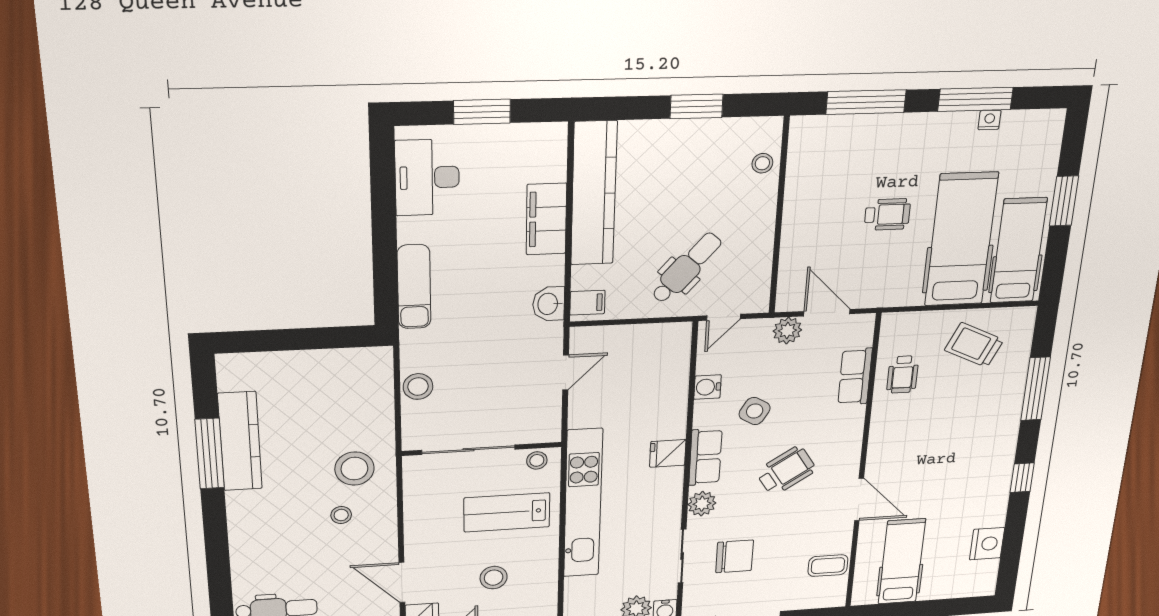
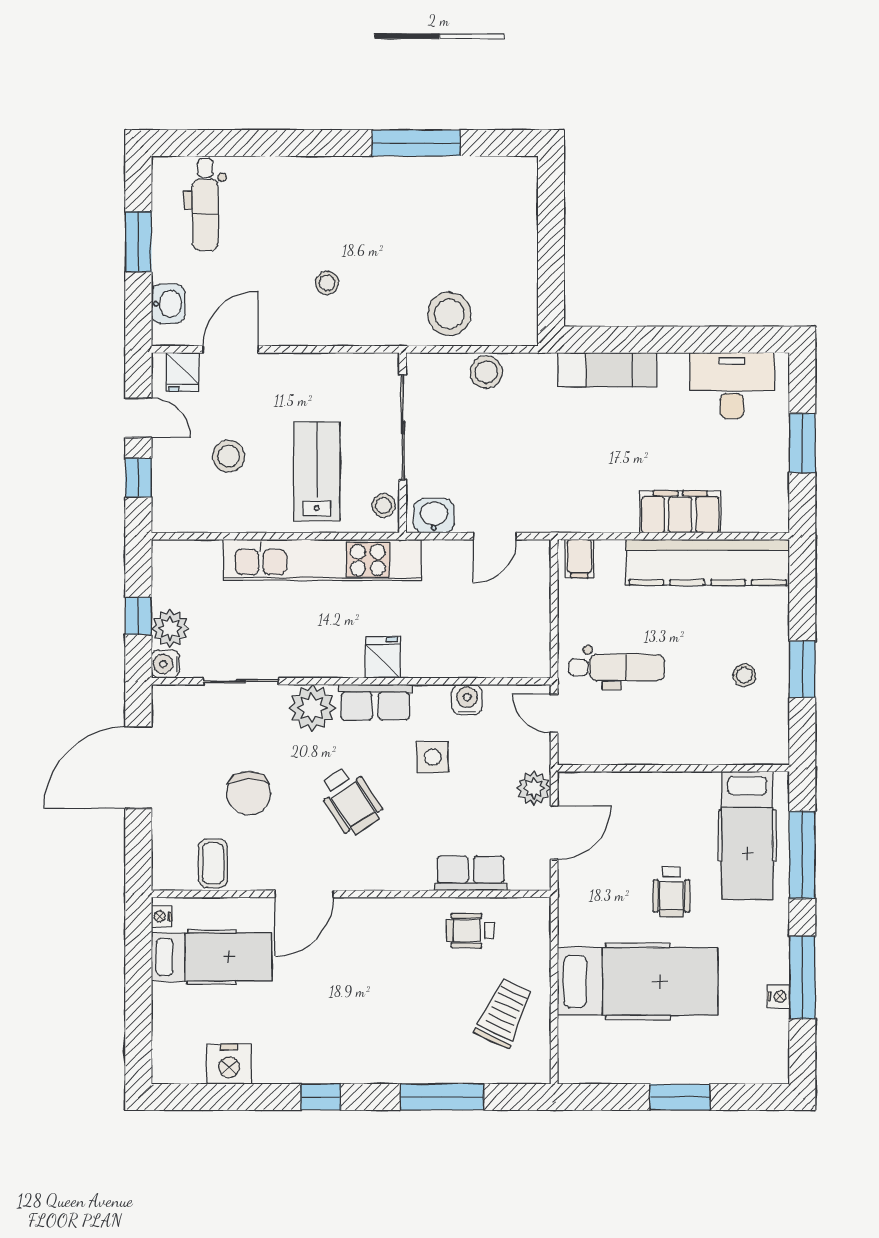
stool: (762, 163) -> (744, 675), moved
hospital bed: (1019, 251) -> (747, 835), moved, turned 90
dental chair: (686, 268) -> (616, 668), turned -41
washbasin: (549, 304) -> (434, 516), moved
door: (566, 372) -> (495, 536), hinge flipped
side table: (755, 411) -> (433, 757), turned -30
kitchen counter: (240, 441) -> (429, 176), removed
stool: (354, 469) -> (449, 314), moved
plant: (702, 504) -> (312, 708), width x1.36, depth x1.36
chair: (735, 556) -> (249, 793), moved
nightstand: (866, 598) -> (161, 916), added

